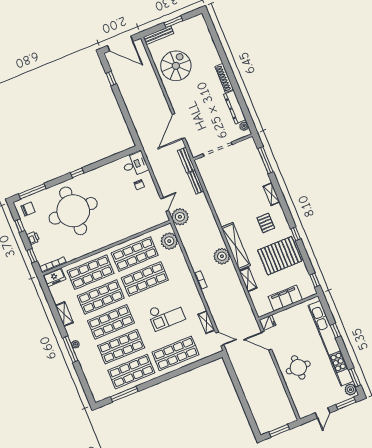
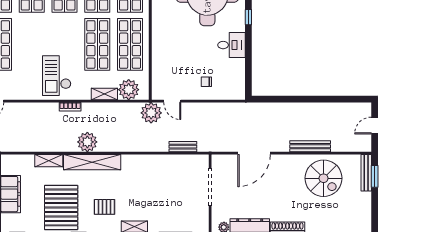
window: (173, 22) -> (375, 176), moved
door: (120, 44) -> (375, 126), width x0.53
window: (111, 79) -> (339, 99), removed
door: (179, 126) -> (254, 153), swing flipped
bench: (186, 160) -> (310, 146), moved, width x1.36
desk: (135, 164) -> (232, 45), moved, turned -90
checkout: (166, 315) -> (57, 76), moved
shelving: (206, 322) -> (104, 94), moved

